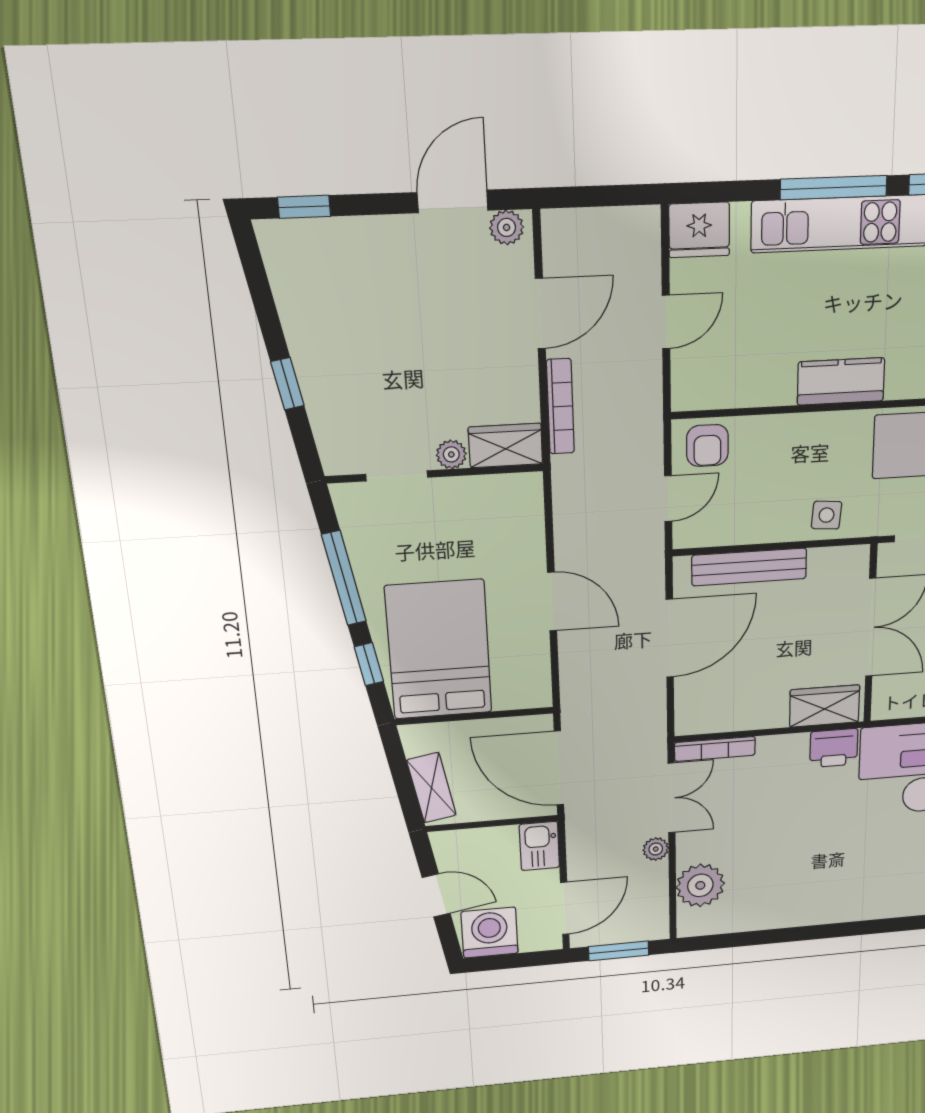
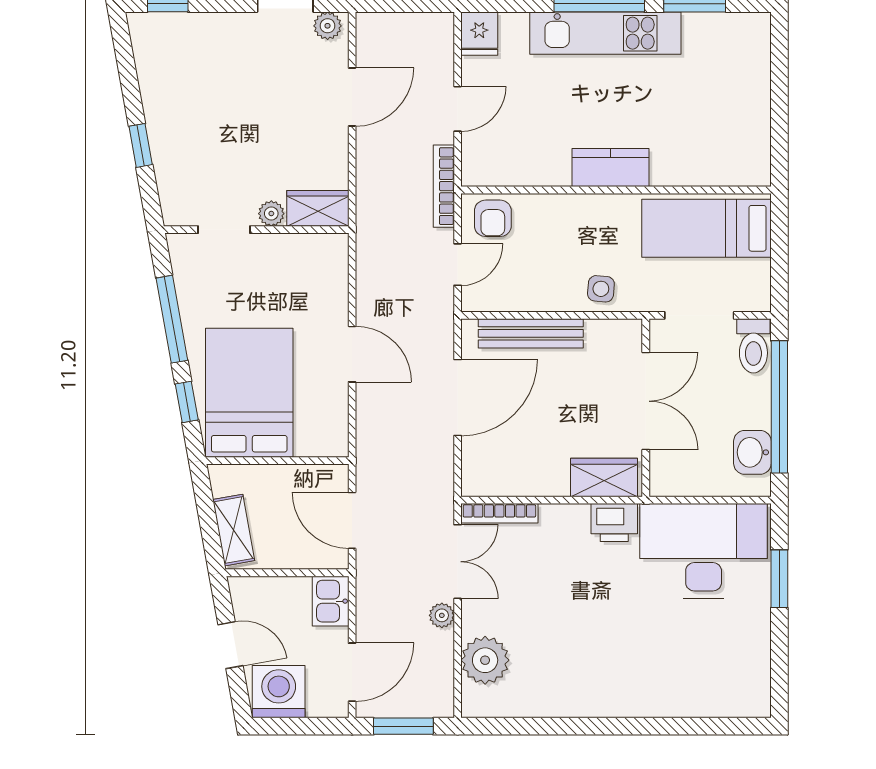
fridge: (699, 230) -> (479, 34), width x0.72
bookcase: (560, 407) -> (444, 186), moved, turned 180
door: (559, 768) -> (352, 520), width x0.73

